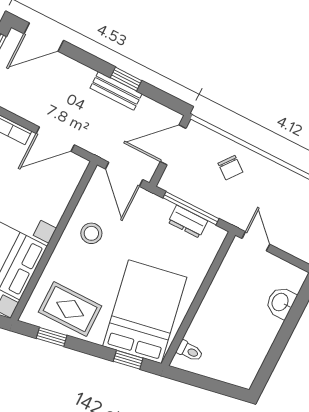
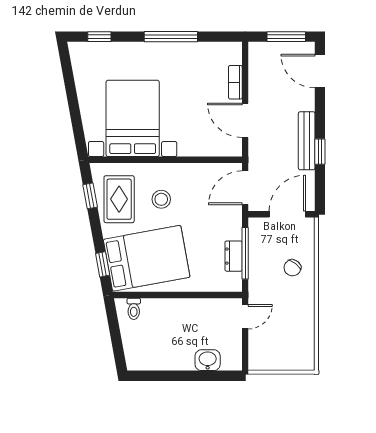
bench: (116, 91) -> (307, 141), width x1.36
door: (173, 145) -> (287, 214), hinge flipped
stool: (91, 233) -> (161, 199), moved

